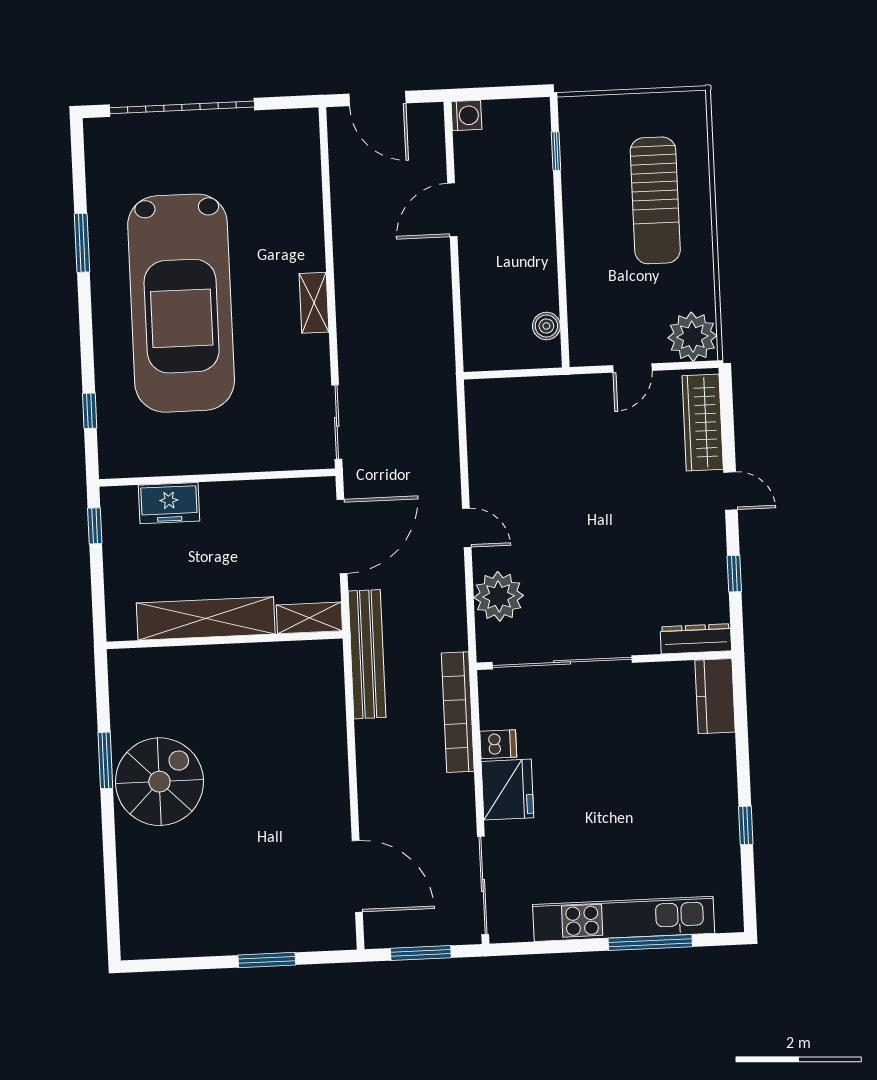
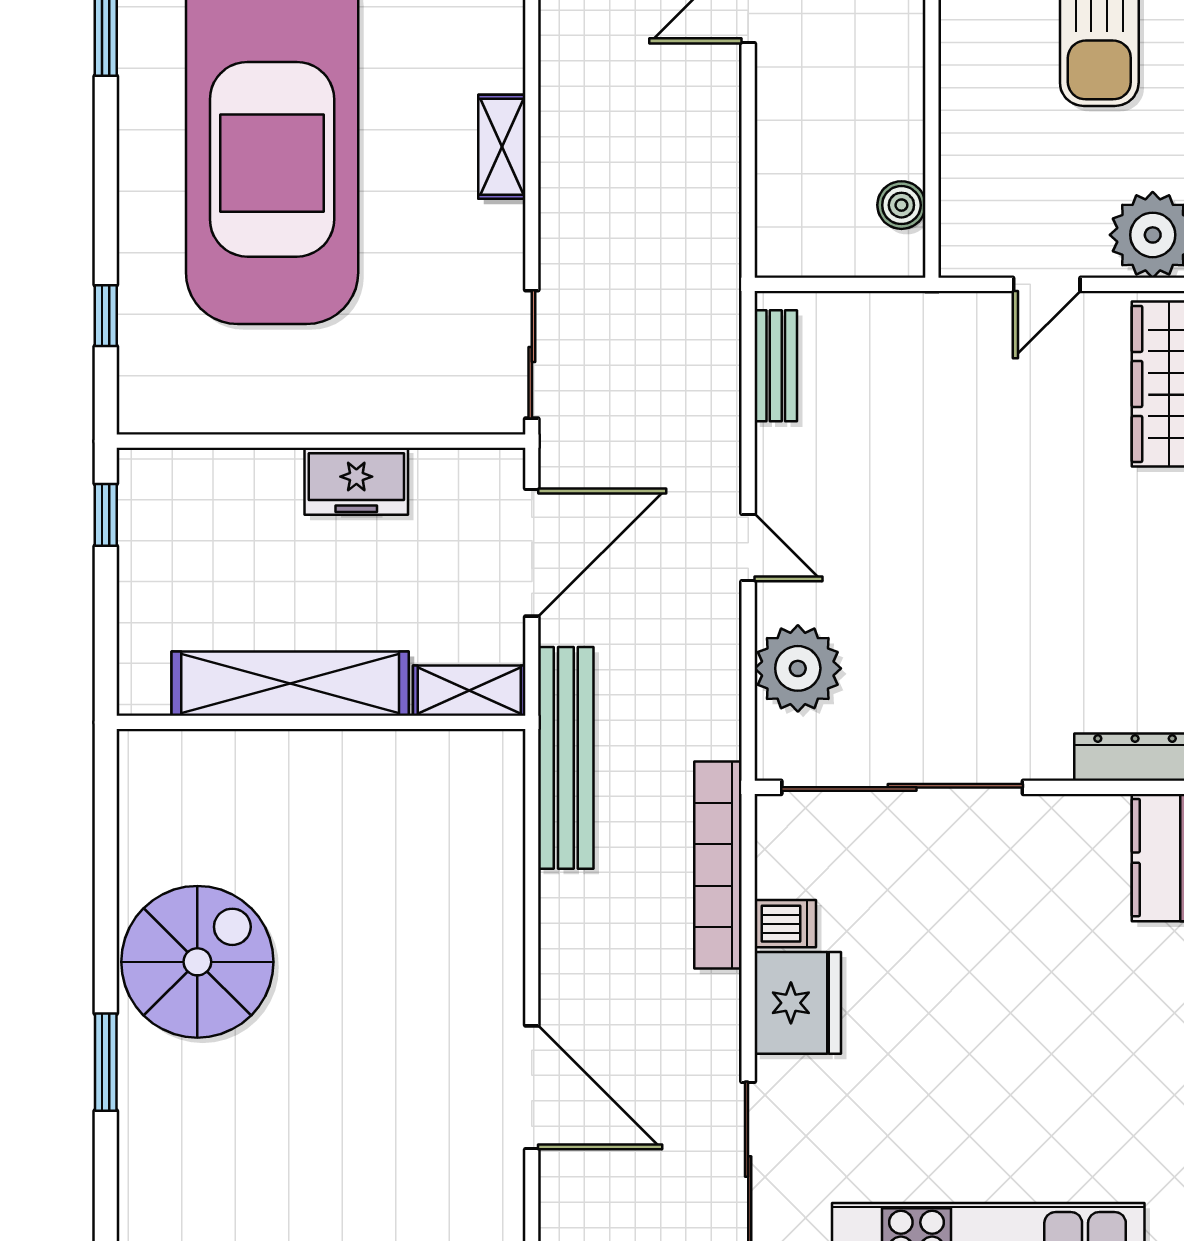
bench: (478, 422) -> (776, 366), added
freezer: (169, 503) -> (356, 481), moved
window: (105, 760) -> (106, 1062), moved
door: (357, 876) -> (532, 1087), moved

